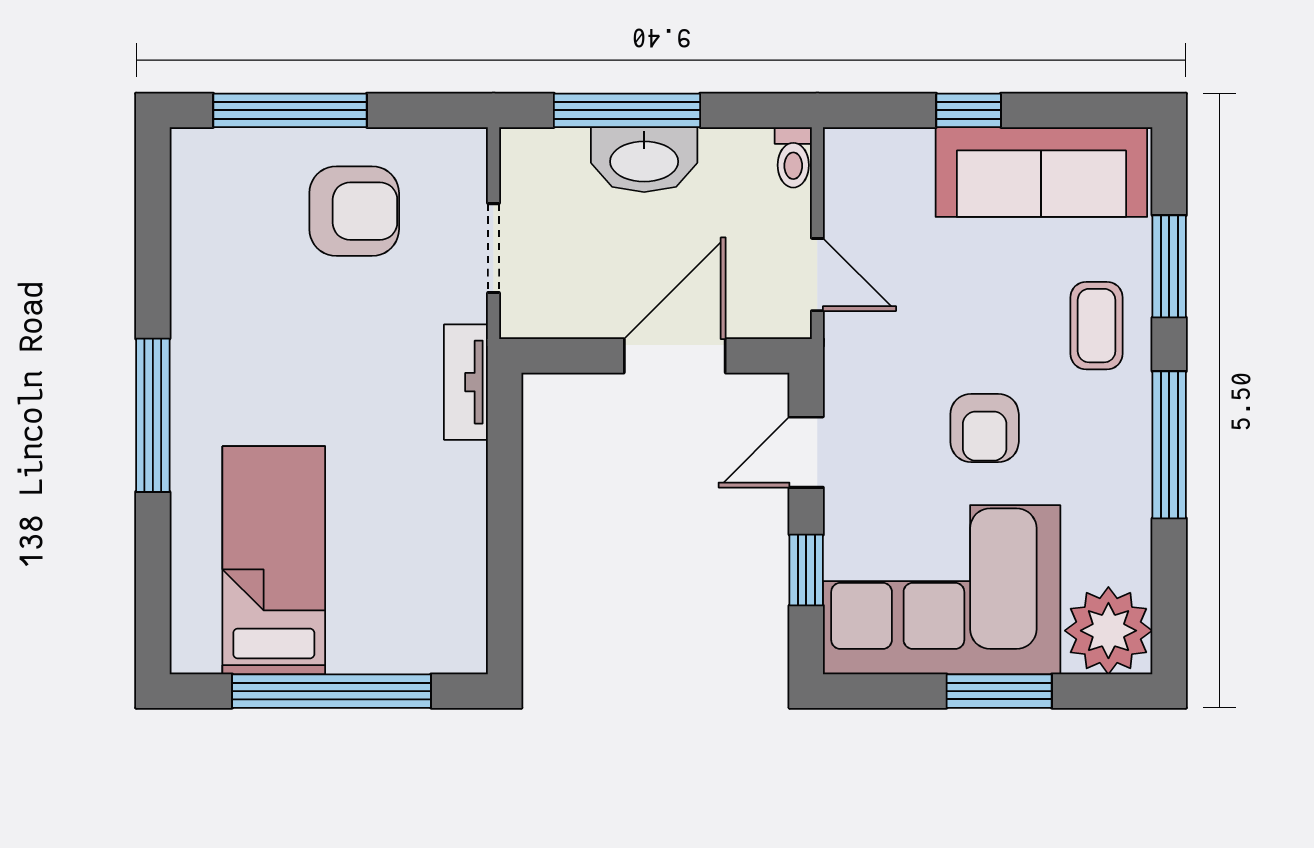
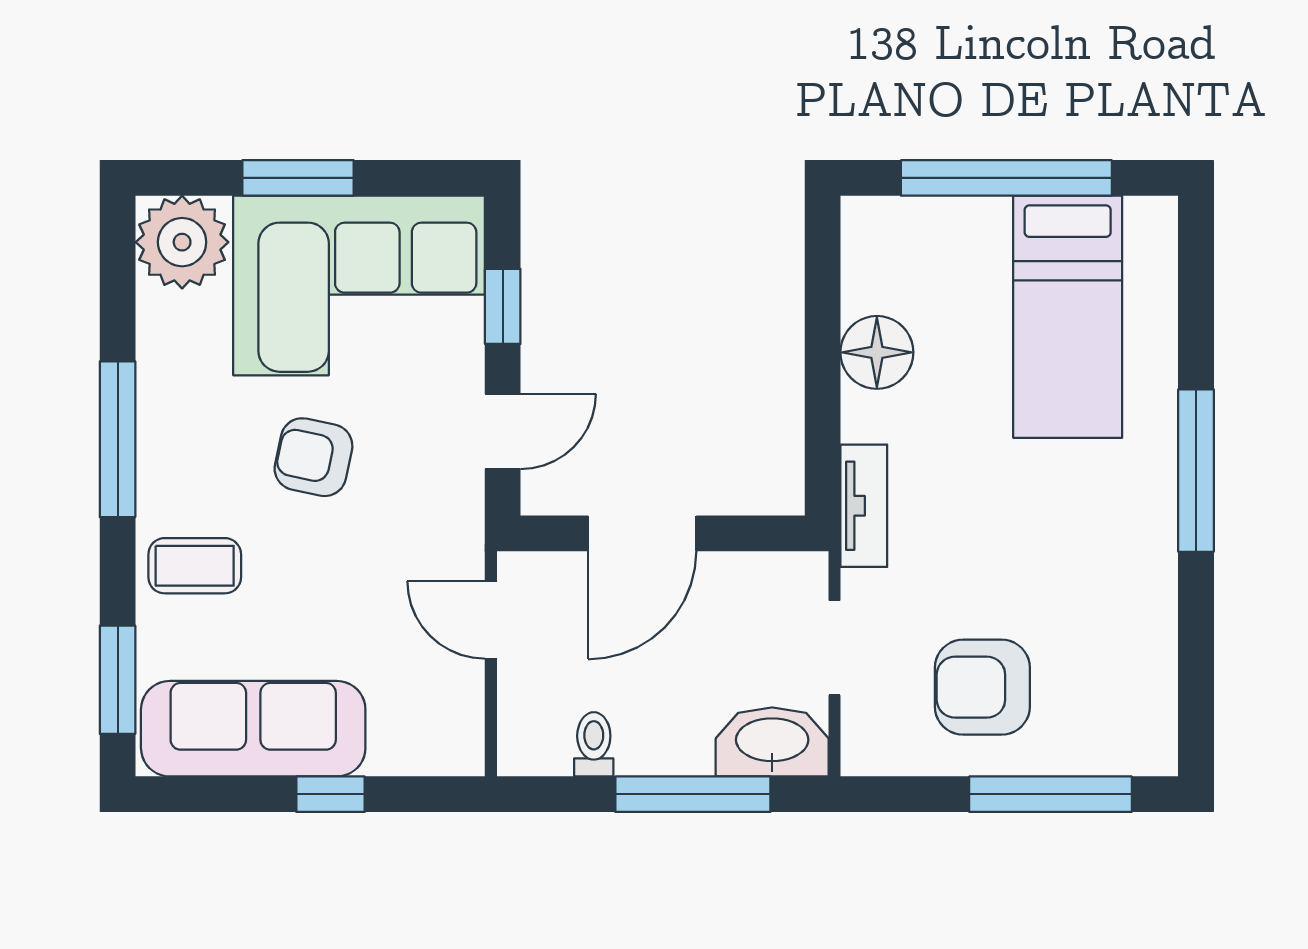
toilet: (793, 157) -> (594, 744), moved
washbasin: (644, 160) -> (772, 742), moved
window: (1169, 266) -> (118, 680), moved
coffee table: (1097, 326) -> (195, 566), turned 90
armchair: (985, 428) -> (313, 457), turned -78
floor lamp: (454, 527) -> (877, 352), added

